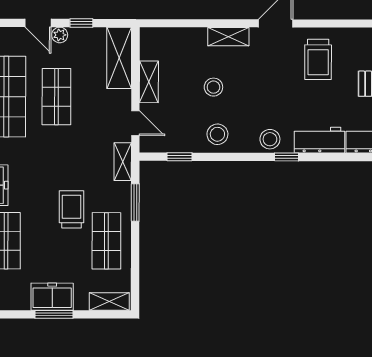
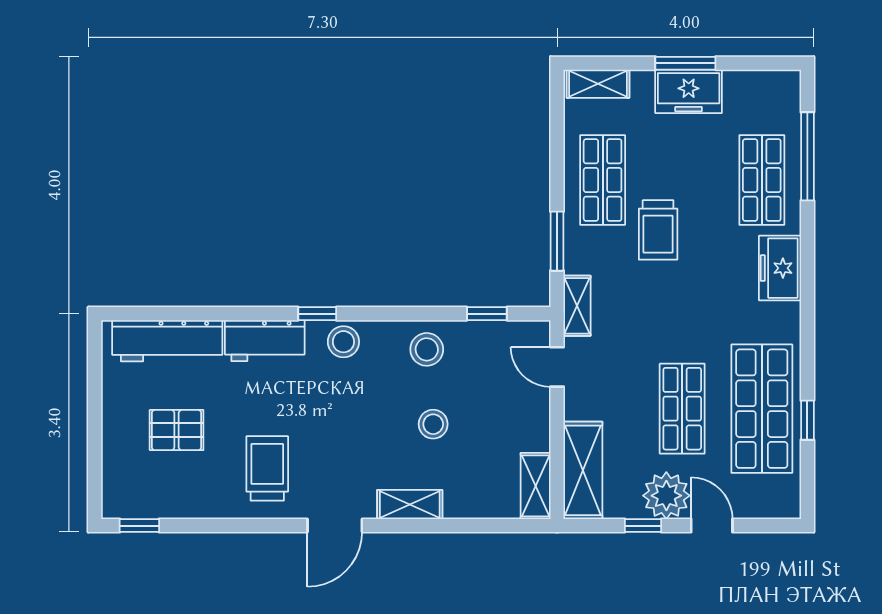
plant: (60, 35) -> (666, 496), width x1.88, depth x1.88
shelving: (149, 82) -> (536, 486), moved

